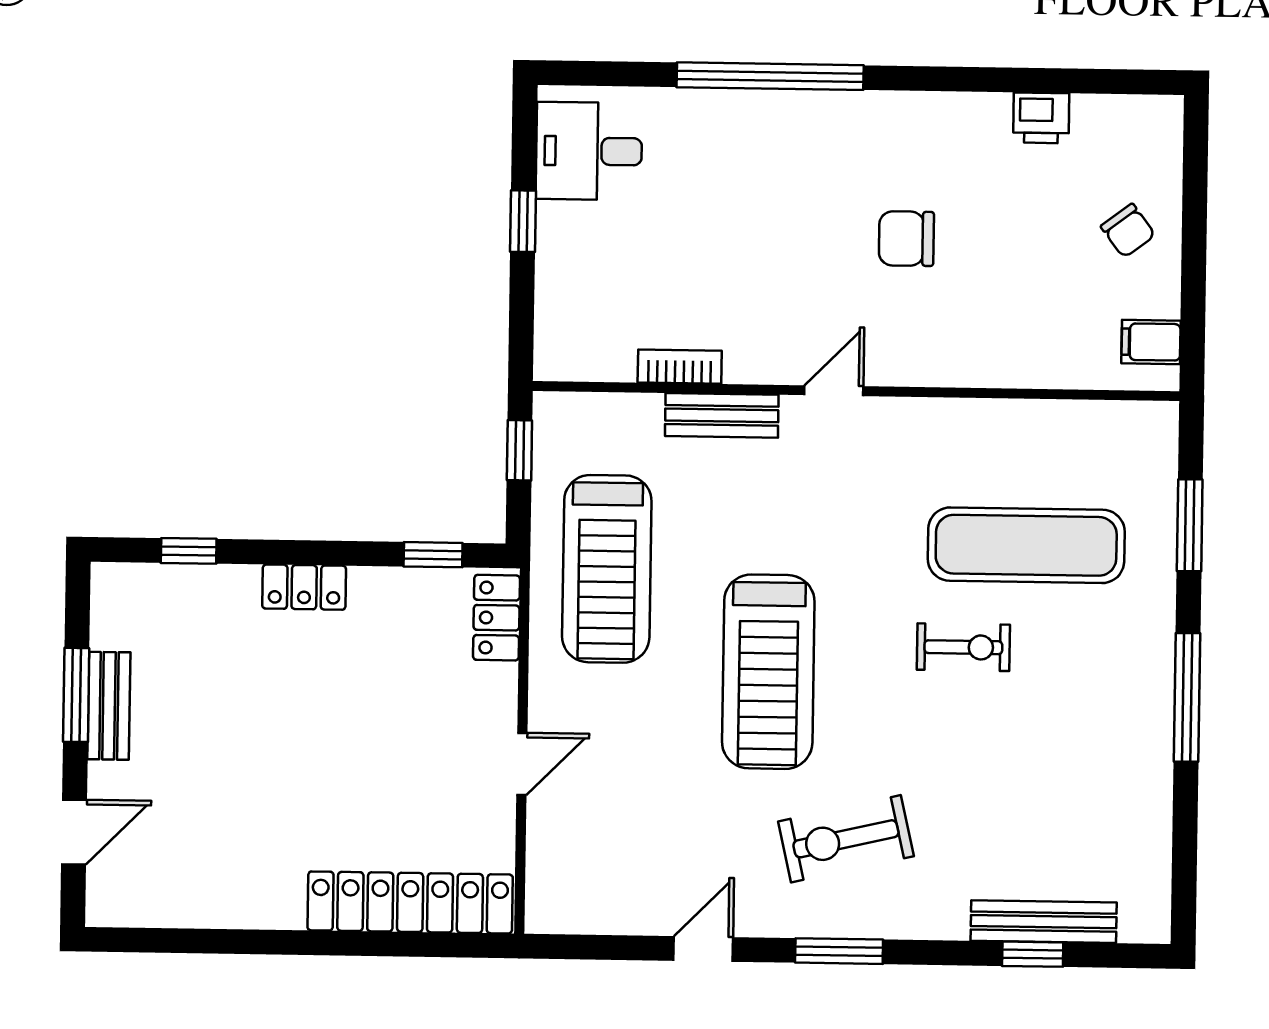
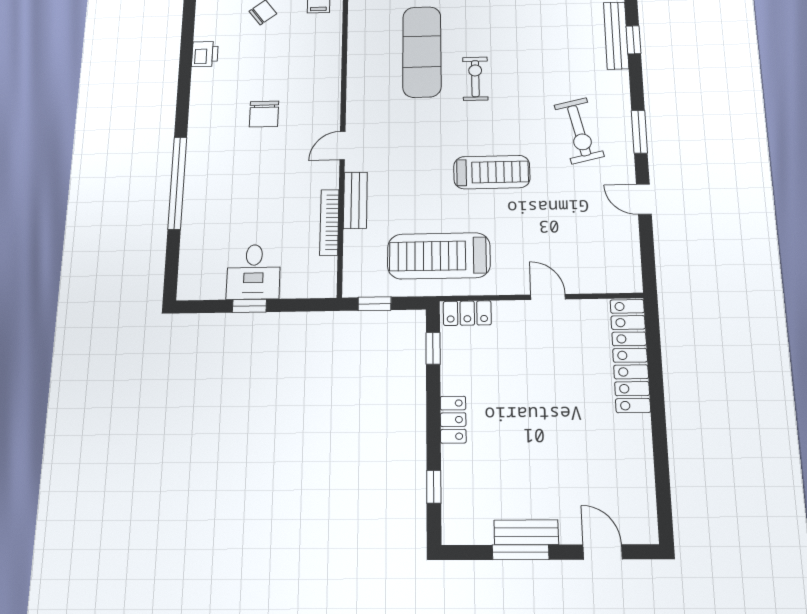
desk: (589, 151) -> (254, 272), moved
bookcase: (680, 367) -> (329, 222), width x1.56
door: (834, 391) -> (342, 146), hinge flipped
treadmill: (607, 569) -> (439, 256), turned 180
treadmill: (768, 672) -> (492, 172), width x0.73, depth x0.73

